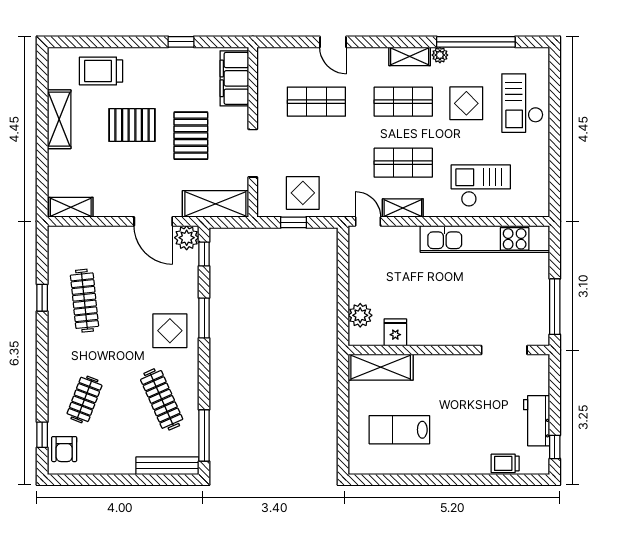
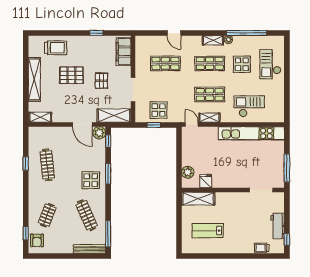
trolley: (101, 71) -> (56, 48), turned 180
shelving: (59, 119) -> (34, 79), width x1.47
pallet: (191, 136) -> (101, 81), width x0.67, depth x0.71

